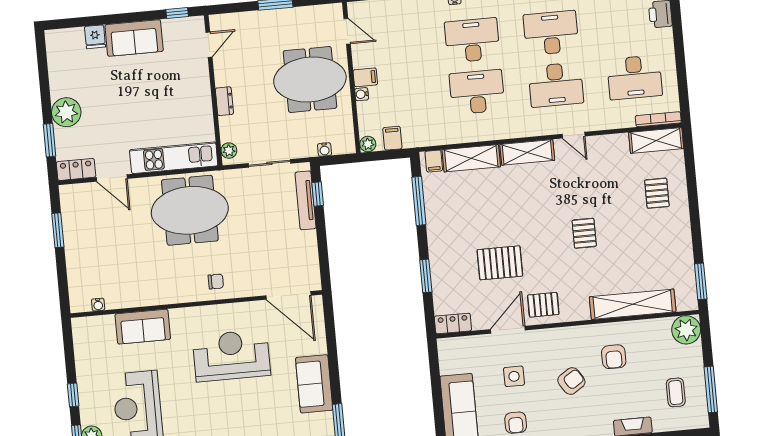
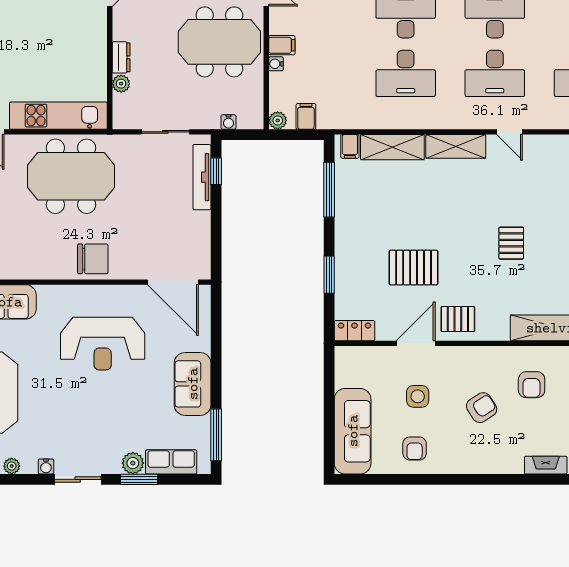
desk: (477, 92) -> (406, 73), turned 180
plant: (229, 151) -> (121, 84), moved
chair: (216, 281) -> (93, 259), width x1.87, depth x1.87
reception desk: (231, 356) -> (103, 344), turned 180

